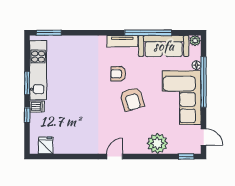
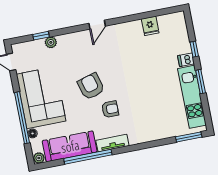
plant: (157, 143) -> (51, 42), width x0.53, depth x0.53
fridge: (46, 145) -> (150, 26), moved
window: (186, 156) -> (41, 36), moved

